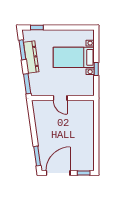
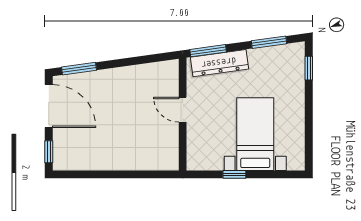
dresser: (31, 57) -> (219, 63), moved
door: (60, 98) -> (183, 110), hinge flipped

